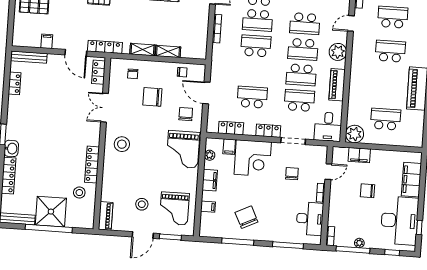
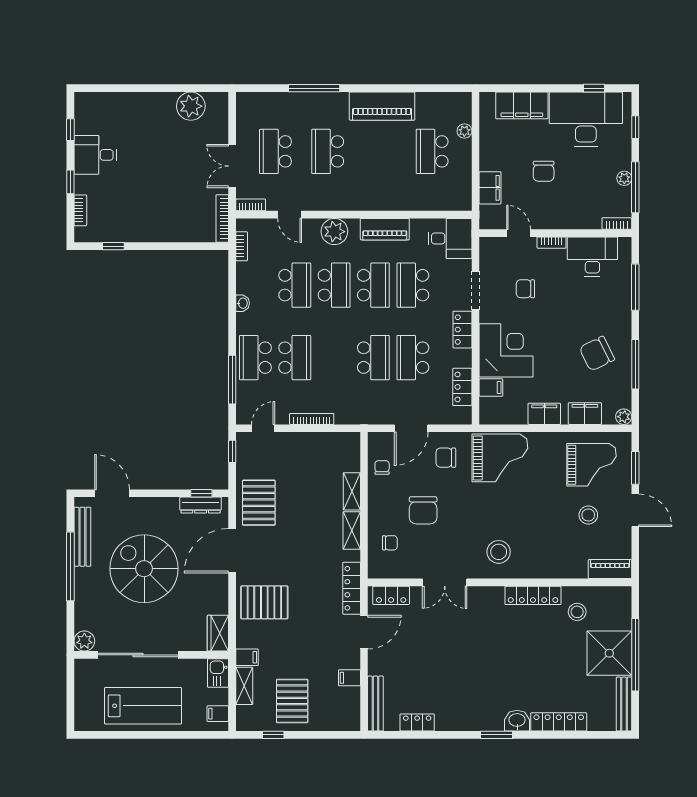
school desk: (256, 46) -> (373, 358), moved, turned 180
plant: (355, 134) -> (464, 131), moved, width x0.53, depth x0.53
plant: (210, 155) -> (624, 417), moved
filing cabinet: (208, 207) -> (585, 414), width x2.00

